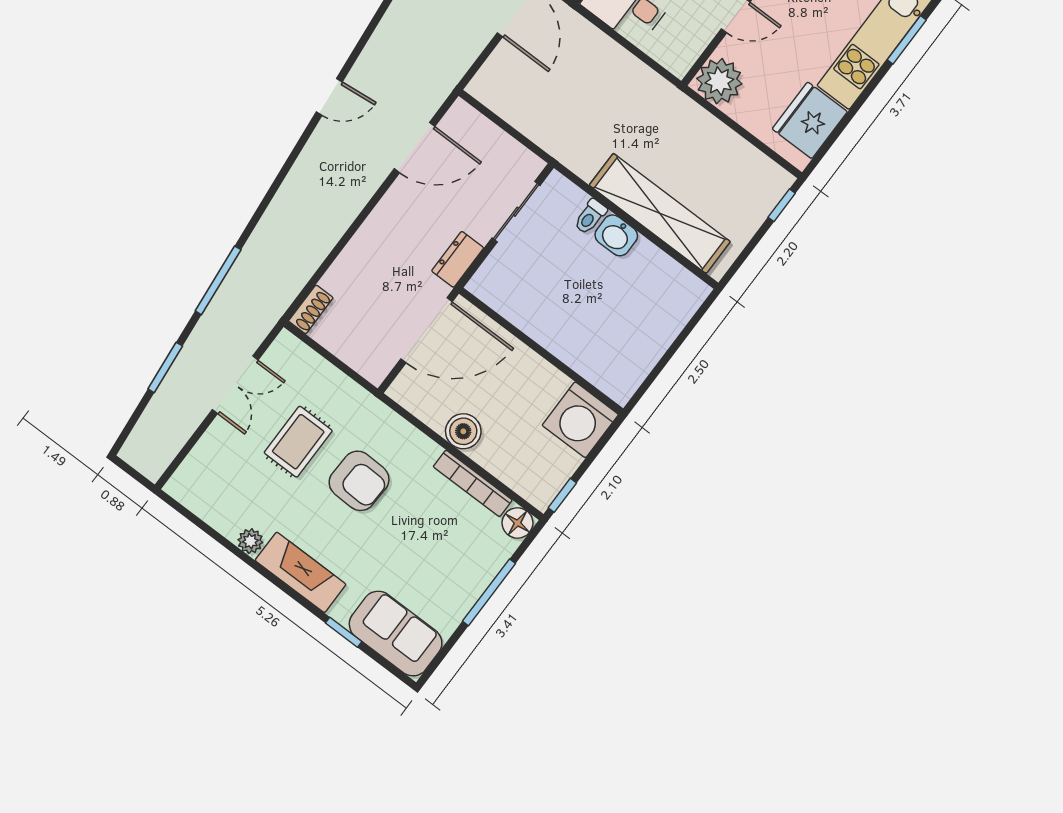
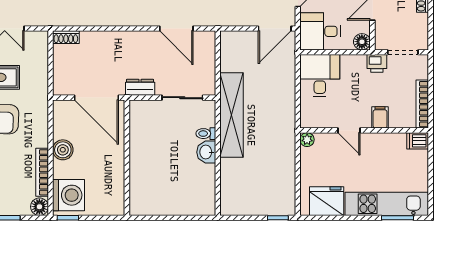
plant: (719, 81) -> (307, 140), width x0.53, depth x0.53
shelving: (660, 213) -> (232, 115), moved
washing machine: (580, 420) -> (68, 195), moved, turned 180

